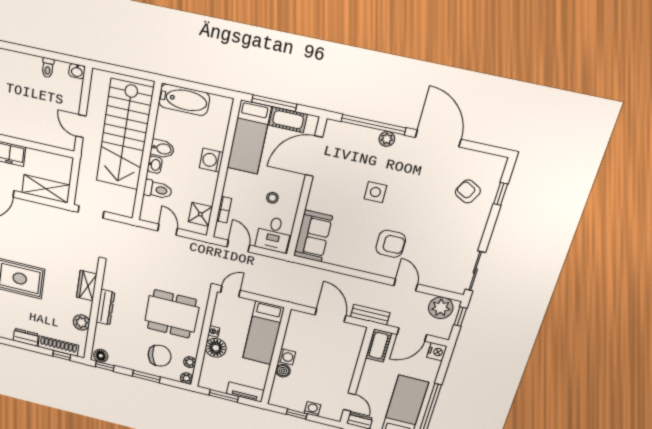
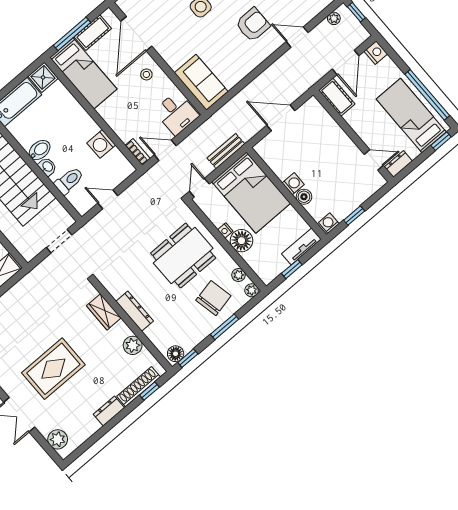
washing machine: (211, 160) -> (101, 144), moved
stool: (272, 198) -> (146, 74), moved
bookcase: (224, 210) -> (138, 152), moved
doorway: (91, 212) -> (59, 241), moved
shower: (200, 214) -> (43, 77), moved
plant: (441, 308) -> (334, 18), width x0.53, depth x0.53
bench: (370, 315) -> (226, 151), moved
bed: (263, 333) -> (251, 193), width x1.50
window: (224, 396) -> (292, 269), width x0.67
washing machine: (312, 409) -> (329, 223), moved

